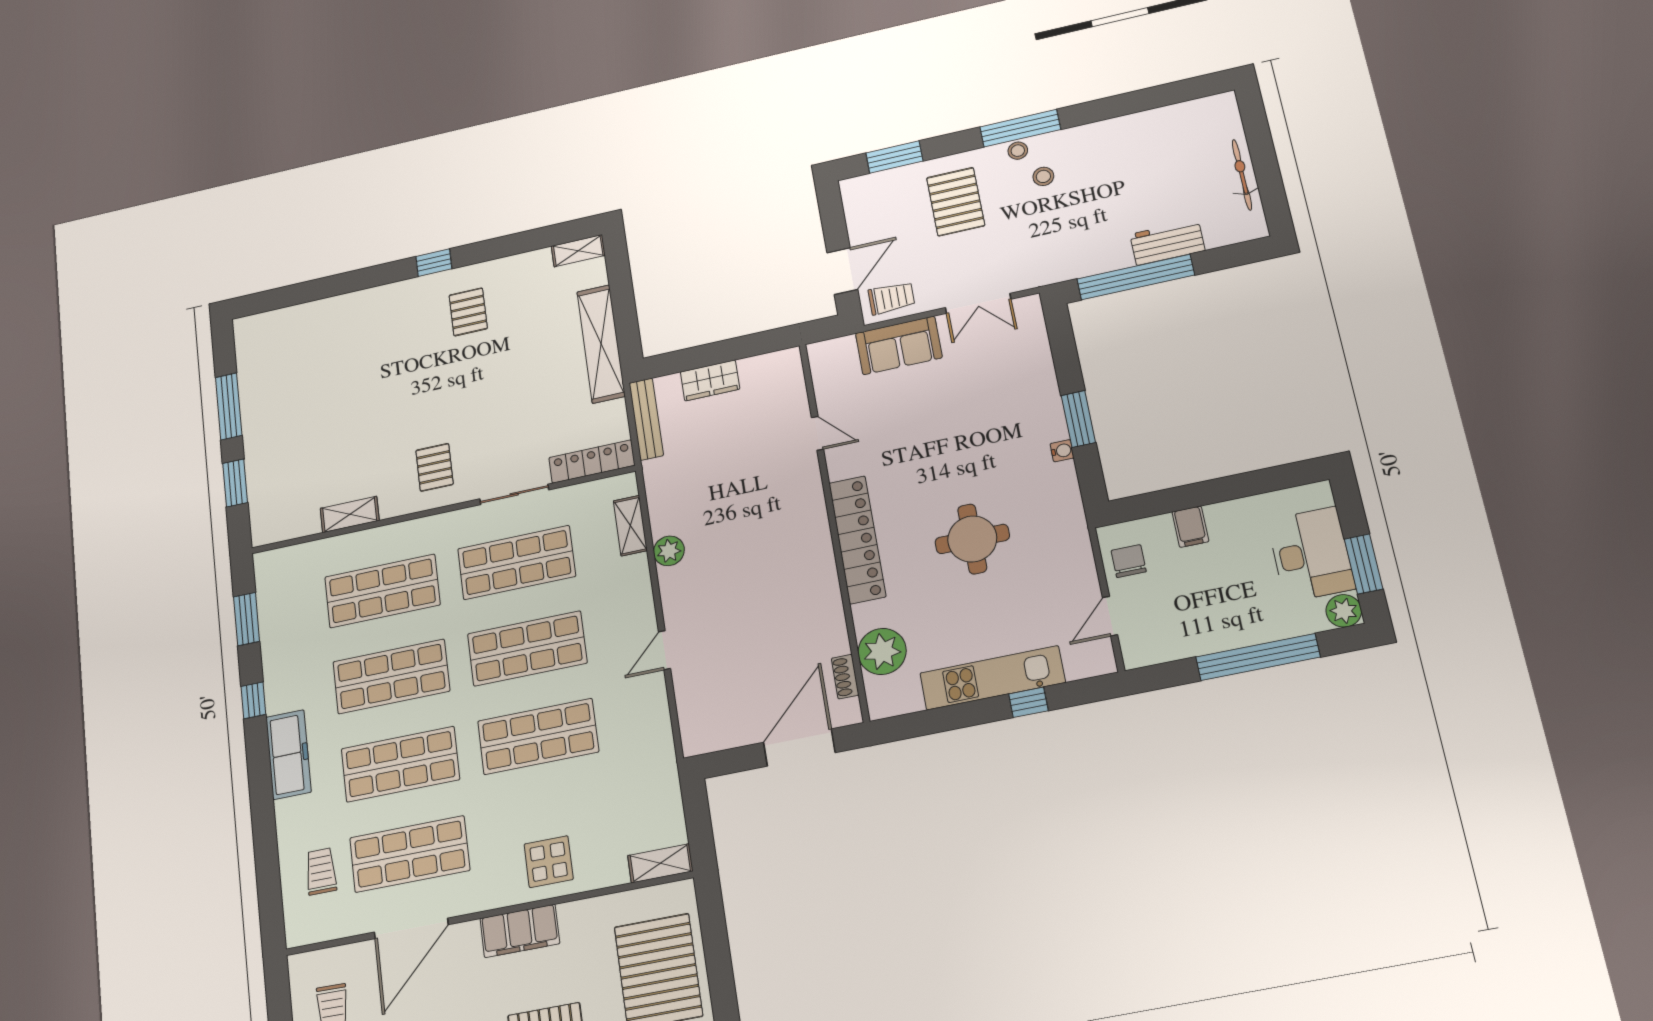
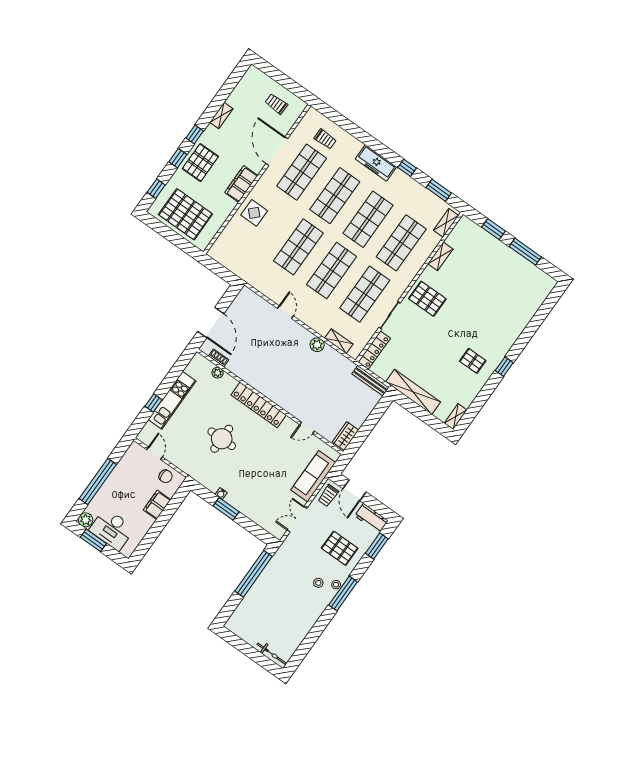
bicycle: (1242, 175) -> (272, 654), moved
workbench: (1167, 242) -> (371, 518), moved, turned 90
sofa: (899, 345) -> (313, 476), width x1.36
wardrobe: (710, 380) -> (346, 436), moved
pallet: (435, 467) -> (427, 299), width x1.50, depth x1.42
filing cabinet: (1190, 527) -> (157, 505), width x2.00
plant: (882, 651) -> (218, 373), width x0.53, depth x0.53
shelving: (660, 863) -> (446, 223), moved

